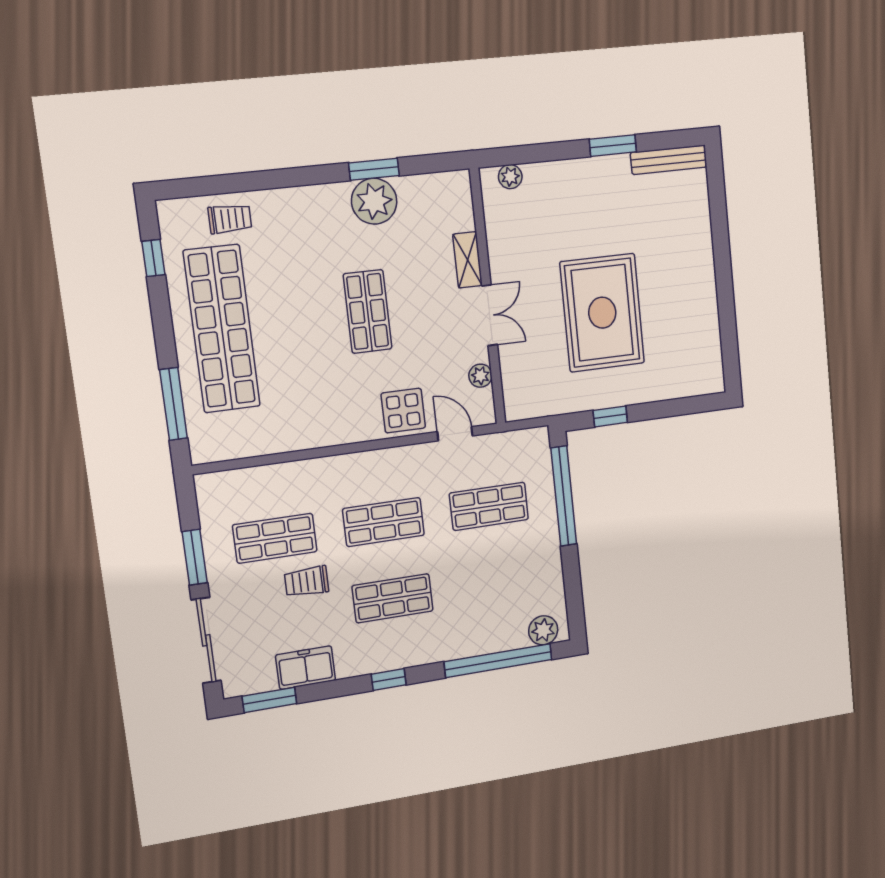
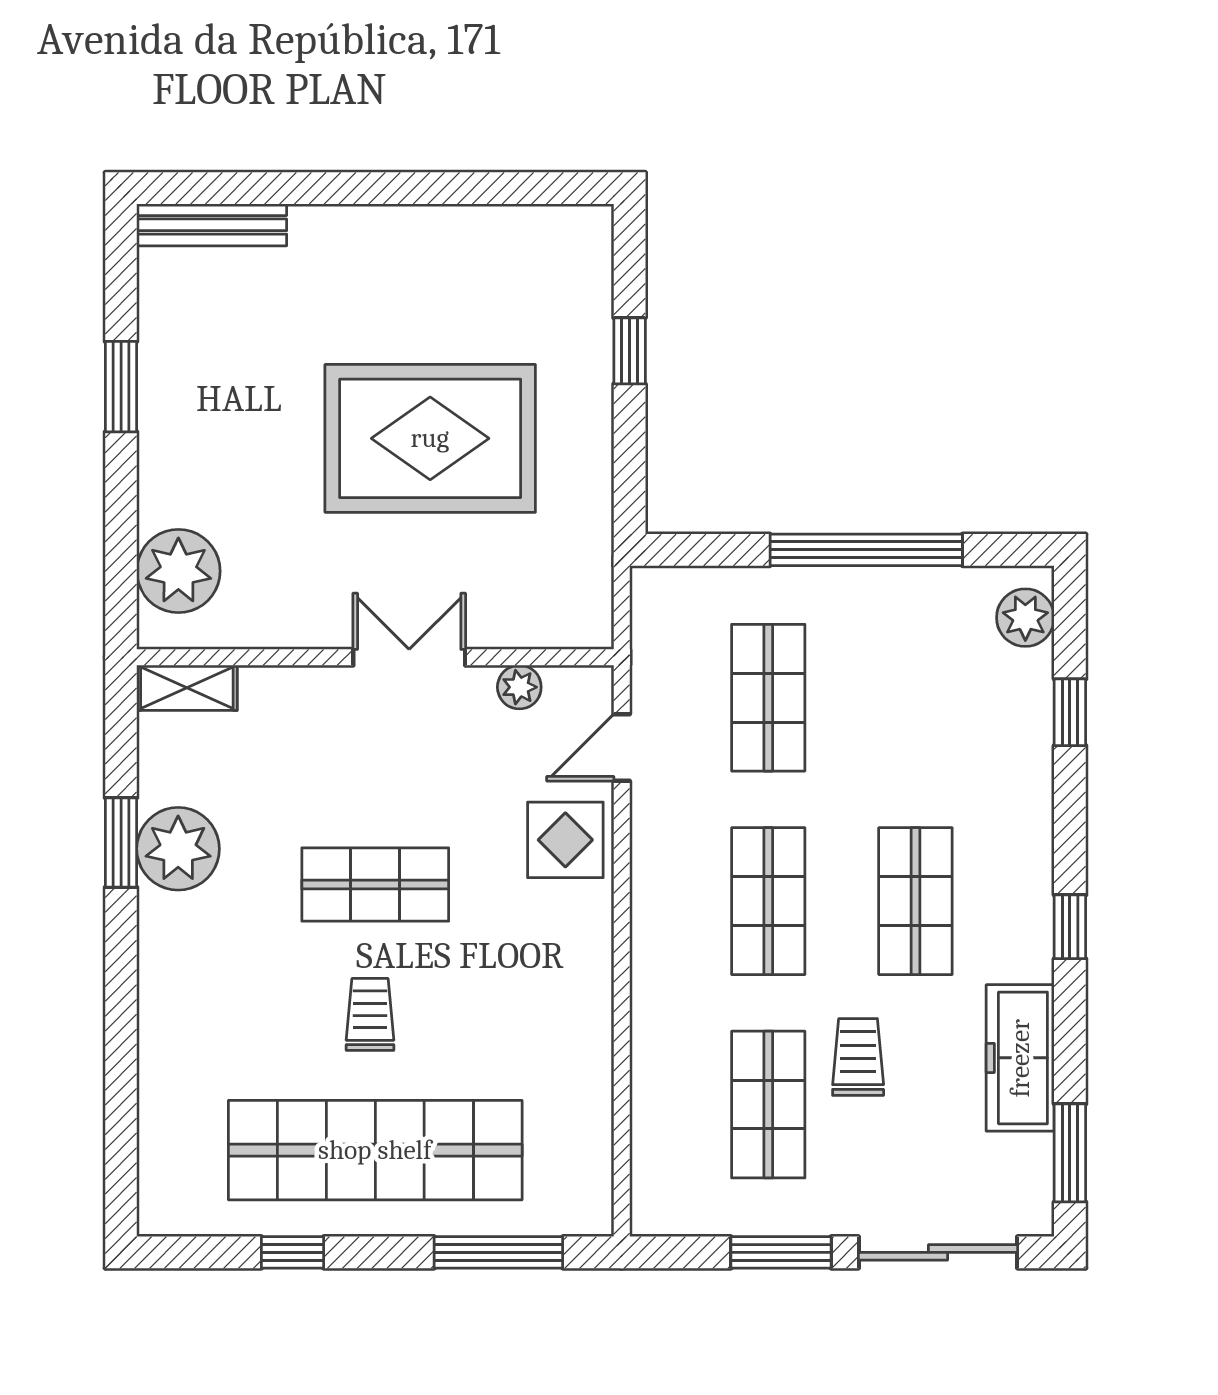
bench: (669, 160) -> (212, 225), moved, turned 90
plant: (510, 177) -> (178, 571), width x1.88, depth x1.88
trolley: (230, 219) -> (370, 1014), moved
window: (153, 258) -> (292, 1252), moved
shelving: (468, 260) -> (187, 688), moved
window: (610, 416) -> (630, 351), moved
window: (564, 496) -> (866, 550), moved
trolley: (307, 582) -> (858, 1057), turned 180
window: (498, 661) -> (1070, 712), width x0.32
freezer: (306, 668) -> (1020, 1058), width x1.40

